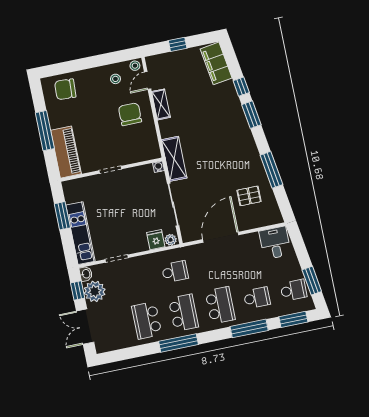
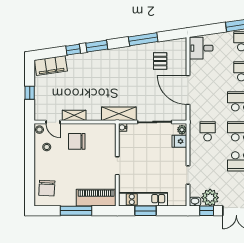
kitchen unit: (80, 233) -> (143, 199), moved

